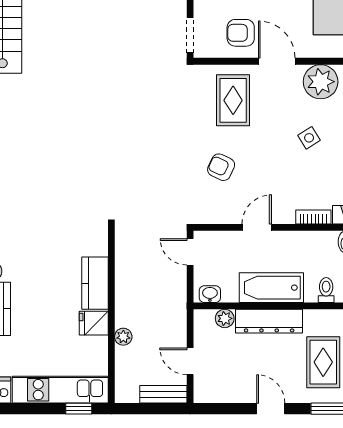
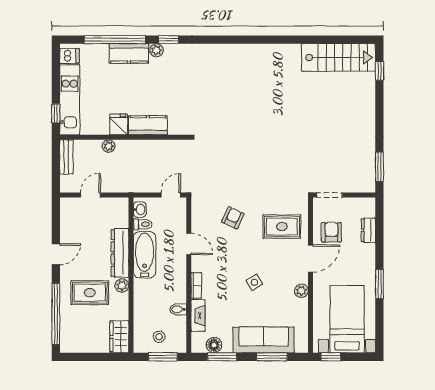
plant: (321, 82) -> (301, 291), width x0.53, depth x0.53
toilet: (326, 290) -> (143, 224), moved
plant: (225, 318) -> (122, 285), moved
bench: (163, 394) -> (66, 157), moved

